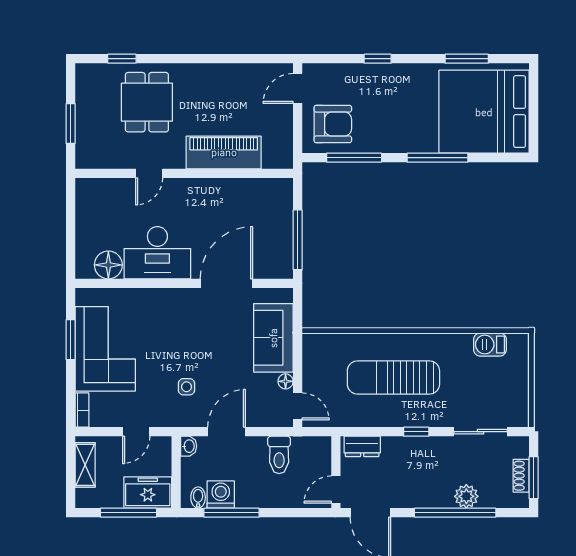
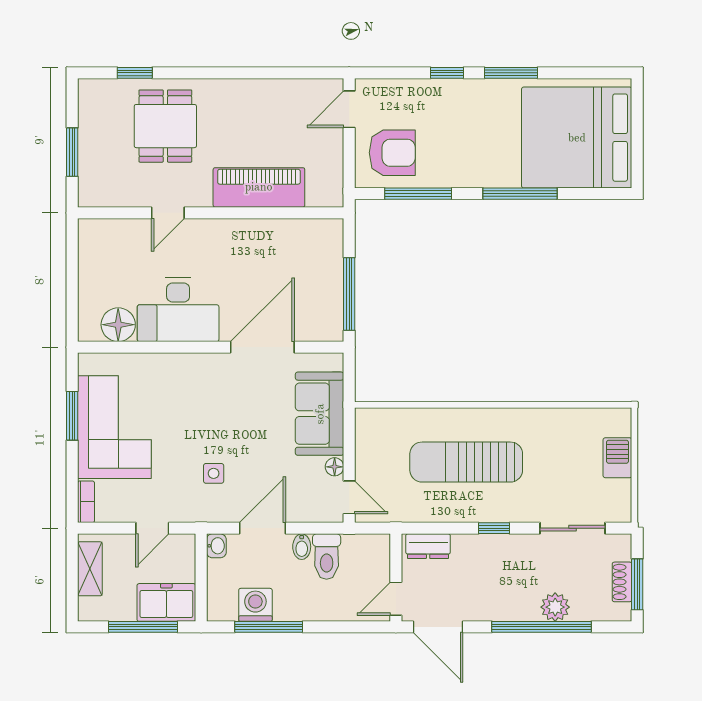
window: (467, 59) -> (511, 73), moved
barbecue: (490, 345) -> (617, 458), moved, turned 90
bidet: (198, 498) -> (302, 547), moved, turned 180

